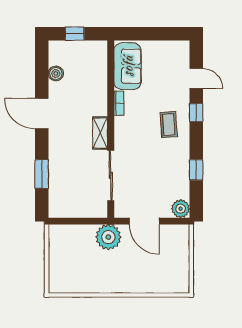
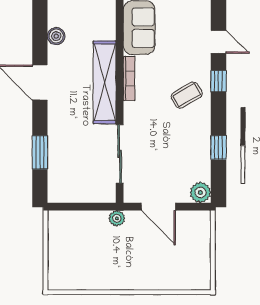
bookcase: (119, 103) -> (129, 78), width x1.56
coffee table: (169, 125) -> (187, 95), turned 64
shelving: (100, 133) -> (105, 82), width x2.20, depth x1.33
plant: (108, 237) -> (117, 218), width x0.53, depth x0.53

